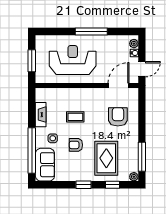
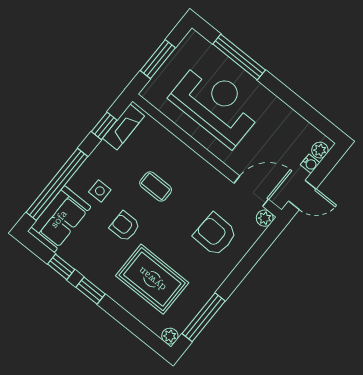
window: (91, 32) -> (239, 57), moved
plant: (134, 92) -> (265, 218), added
window: (32, 109) -> (104, 126), added
fireplace: (41, 115) -> (124, 127), moved
armchair: (118, 117) -> (215, 234), turned -88
rug: (106, 158) -> (152, 279), turned 90
window: (112, 185) -> (61, 267), moved

